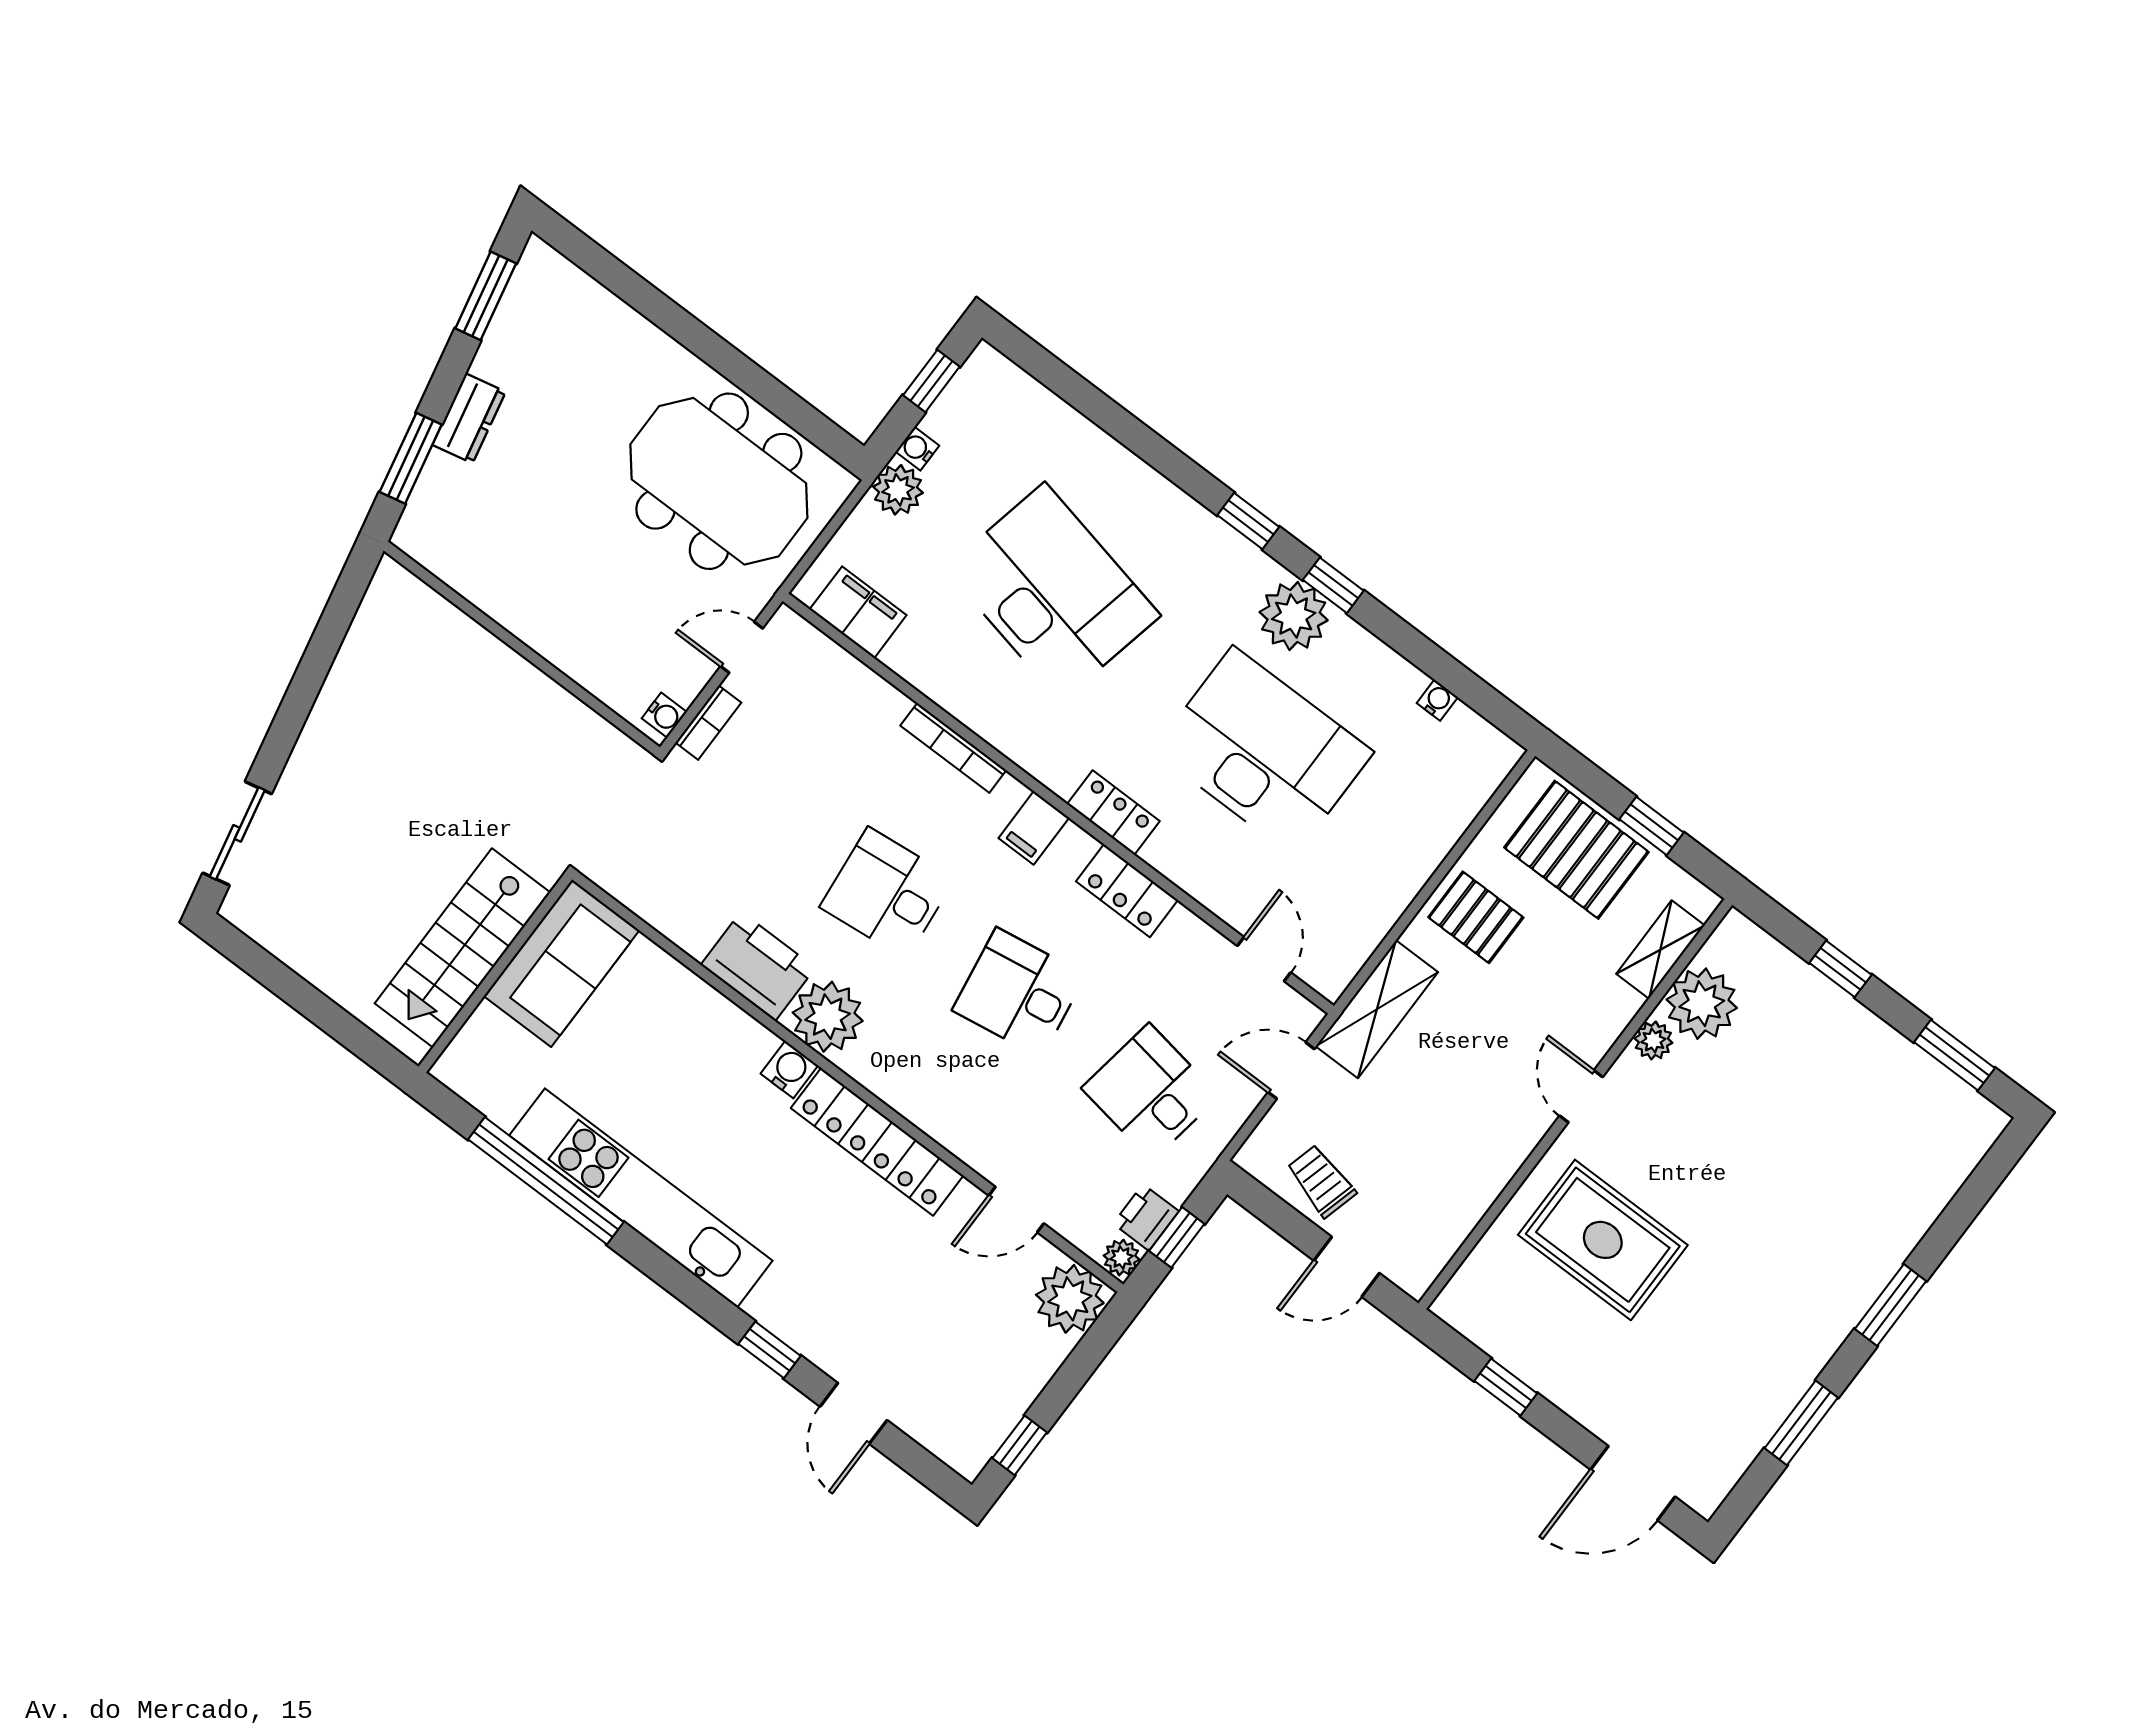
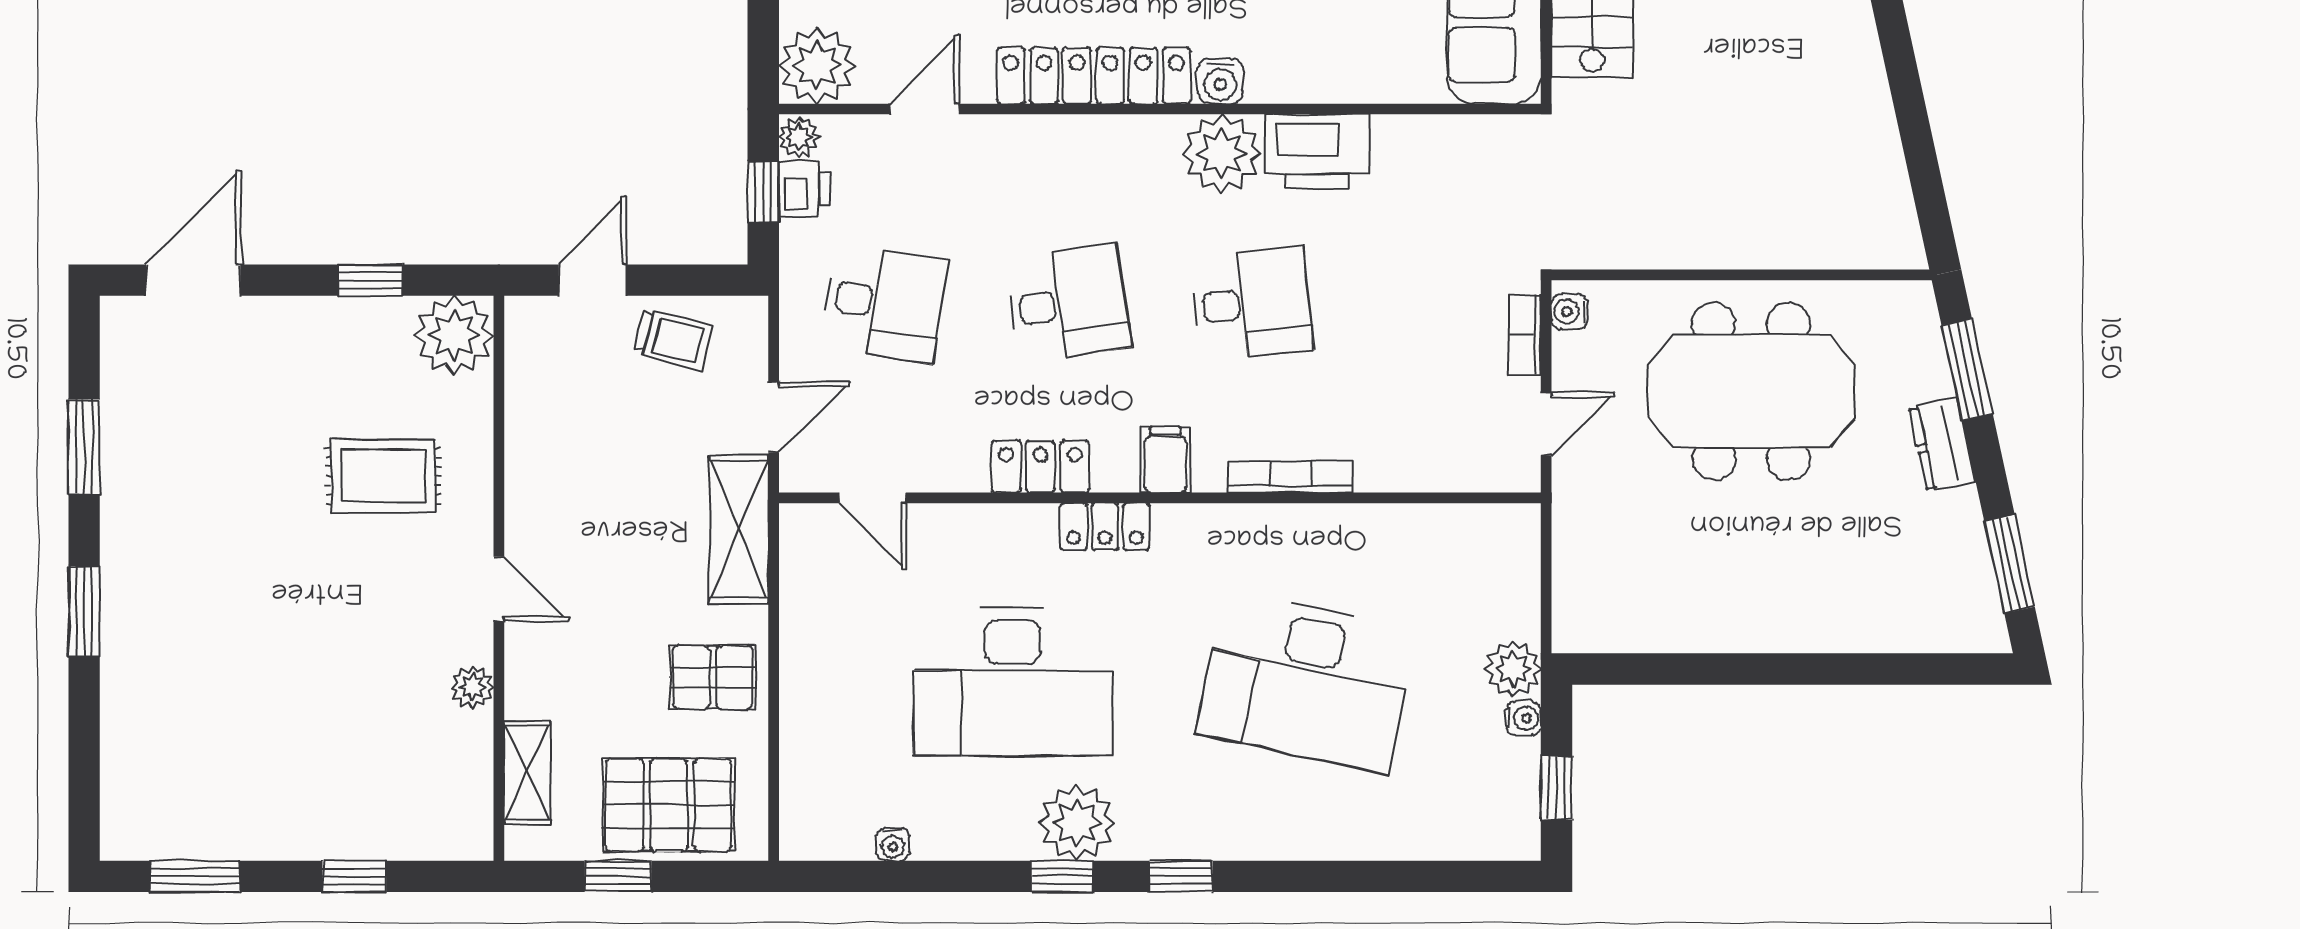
meeting table: (719, 481) -> (1751, 391), moved
filing cabinet: (858, 612) -> (1466, 533), removed
plant: (1702, 1004) -> (454, 335), moved
rug: (1603, 1240) -> (383, 476), width x0.73, depth x0.70

